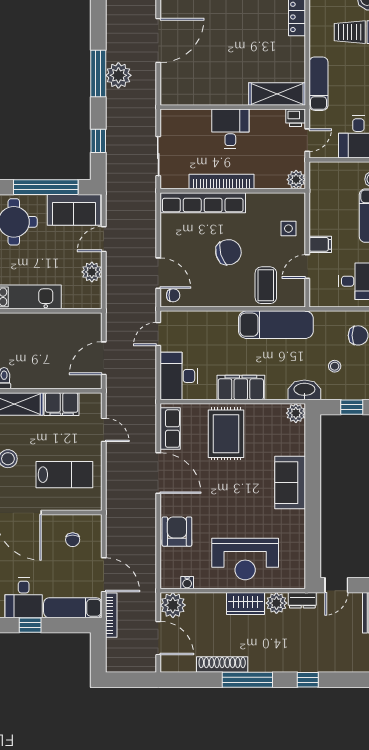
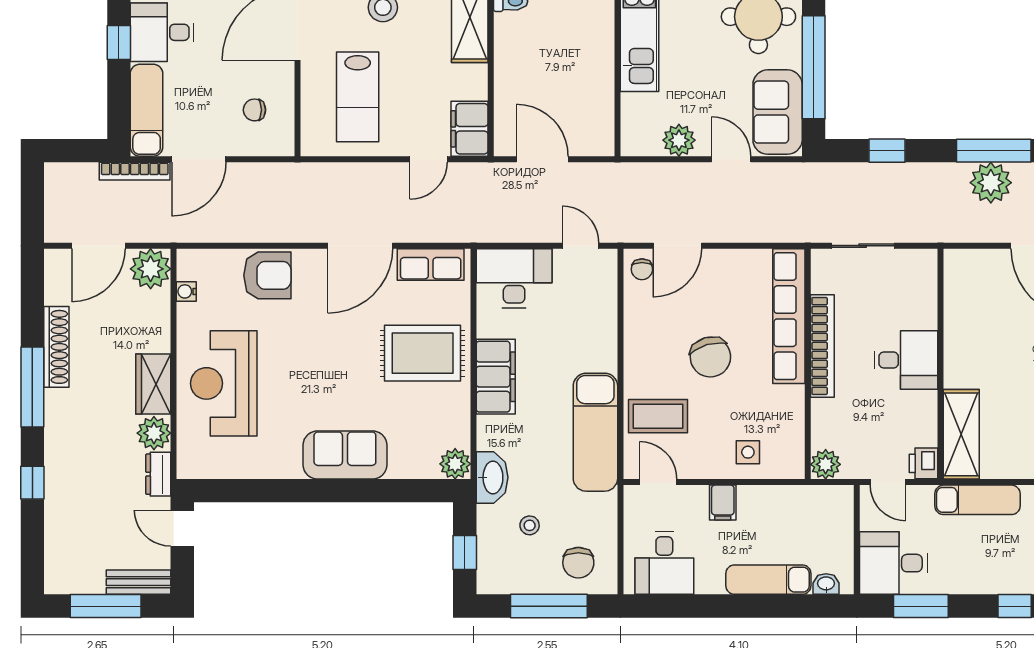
door: (307, 267) -> (658, 482), moved
filing cabinet: (62, 404) -> (469, 129), moved

